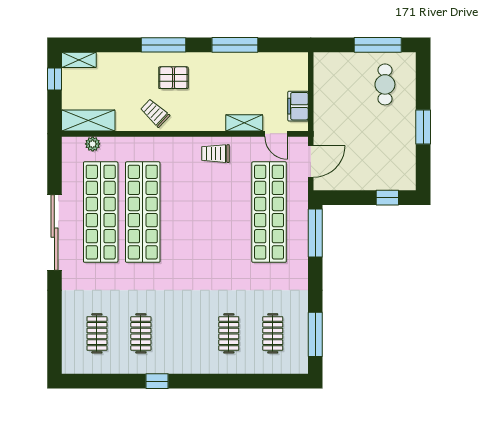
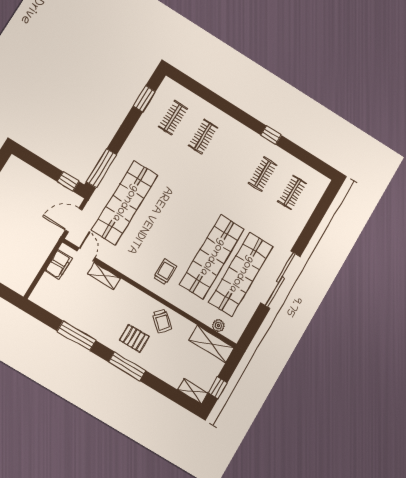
trolley: (216, 154) -> (165, 272), moved, turned -90
window: (387, 198) -> (68, 181), moved
window: (315, 334) -> (144, 99), width x0.69

